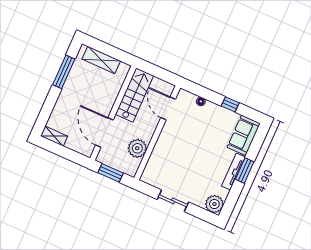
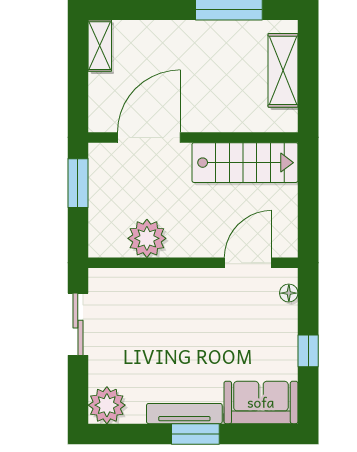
door: (168, 108) -> (248, 263), moved
wall: (157, 133) -> (193, 263), moved
plant: (137, 148) -> (147, 238), moved

